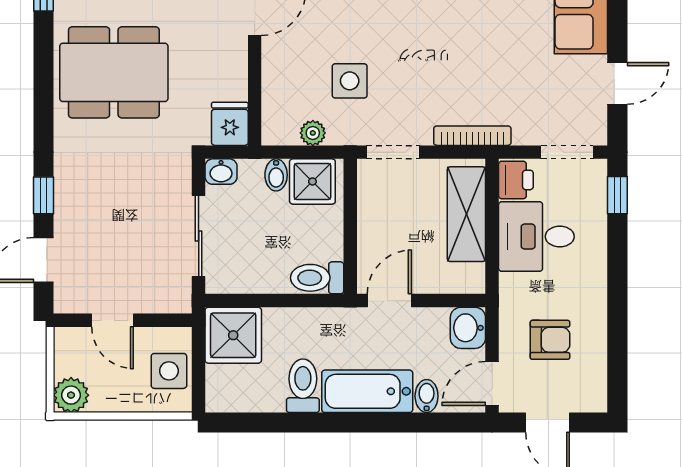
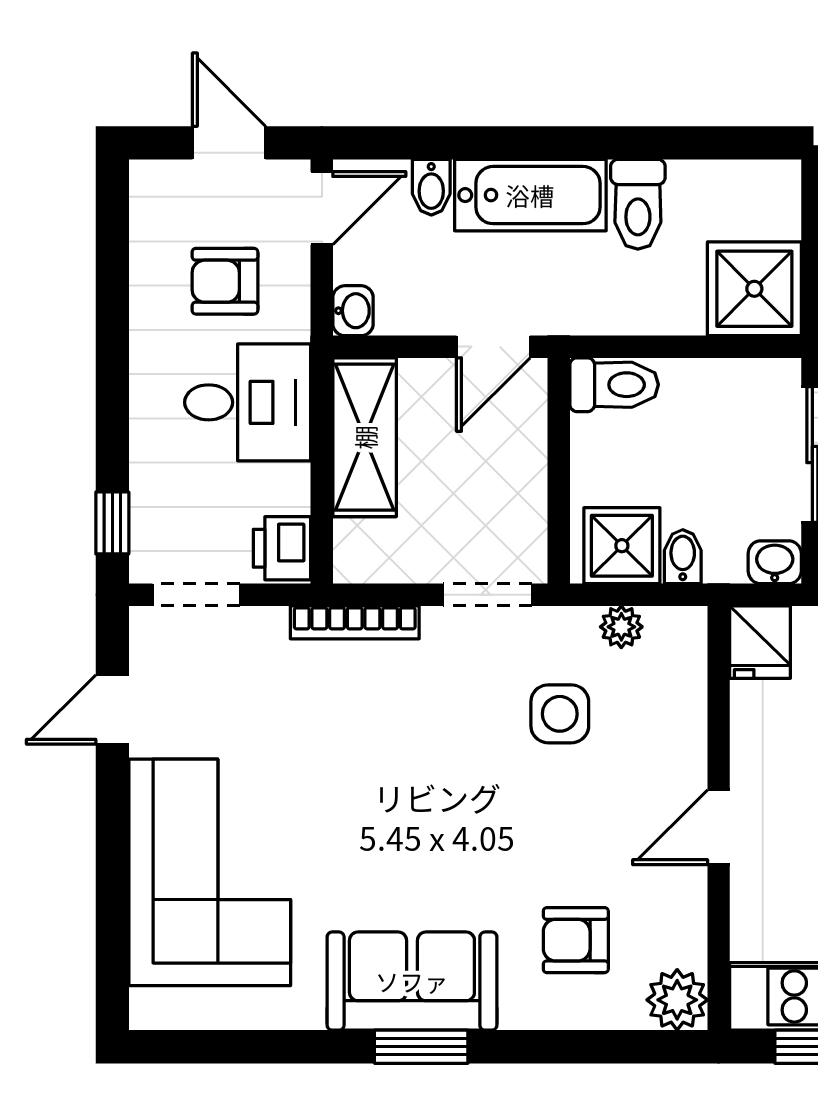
shelving: (466, 214) -> (365, 437), moved
desk: (536, 237) -> (248, 402), moved
washbasin: (468, 328) -> (353, 311), width x0.72, depth x0.69

